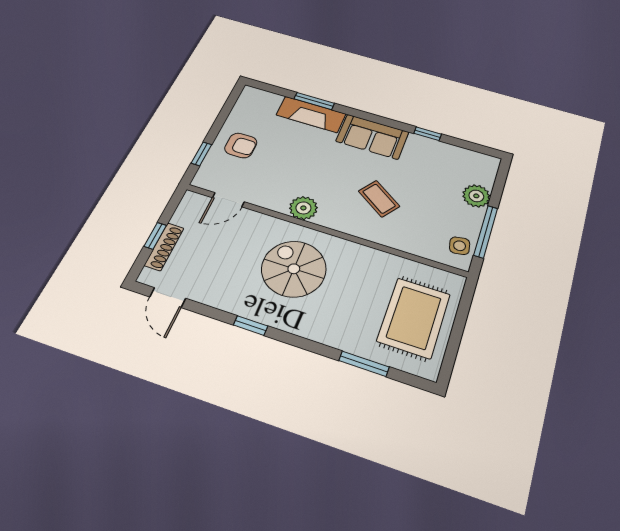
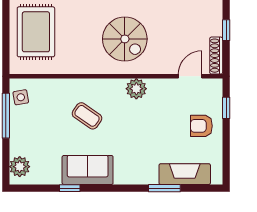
fireplace: (311, 114) -> (185, 174), moved
sofa: (372, 137) -> (88, 170), moved
plant: (476, 196) -> (20, 167), moved
shoe rack: (164, 247) -> (216, 56), moved

